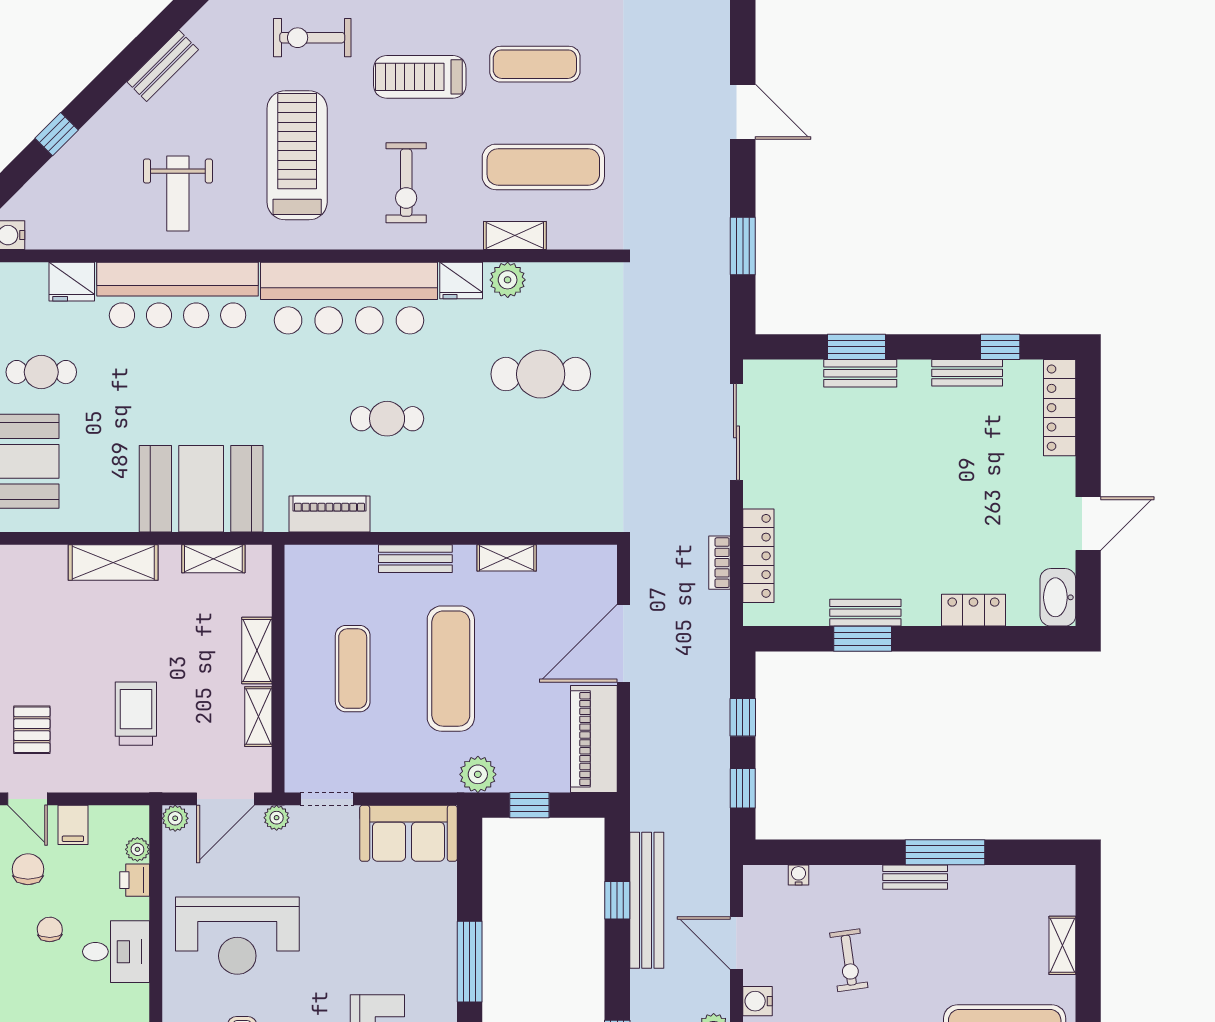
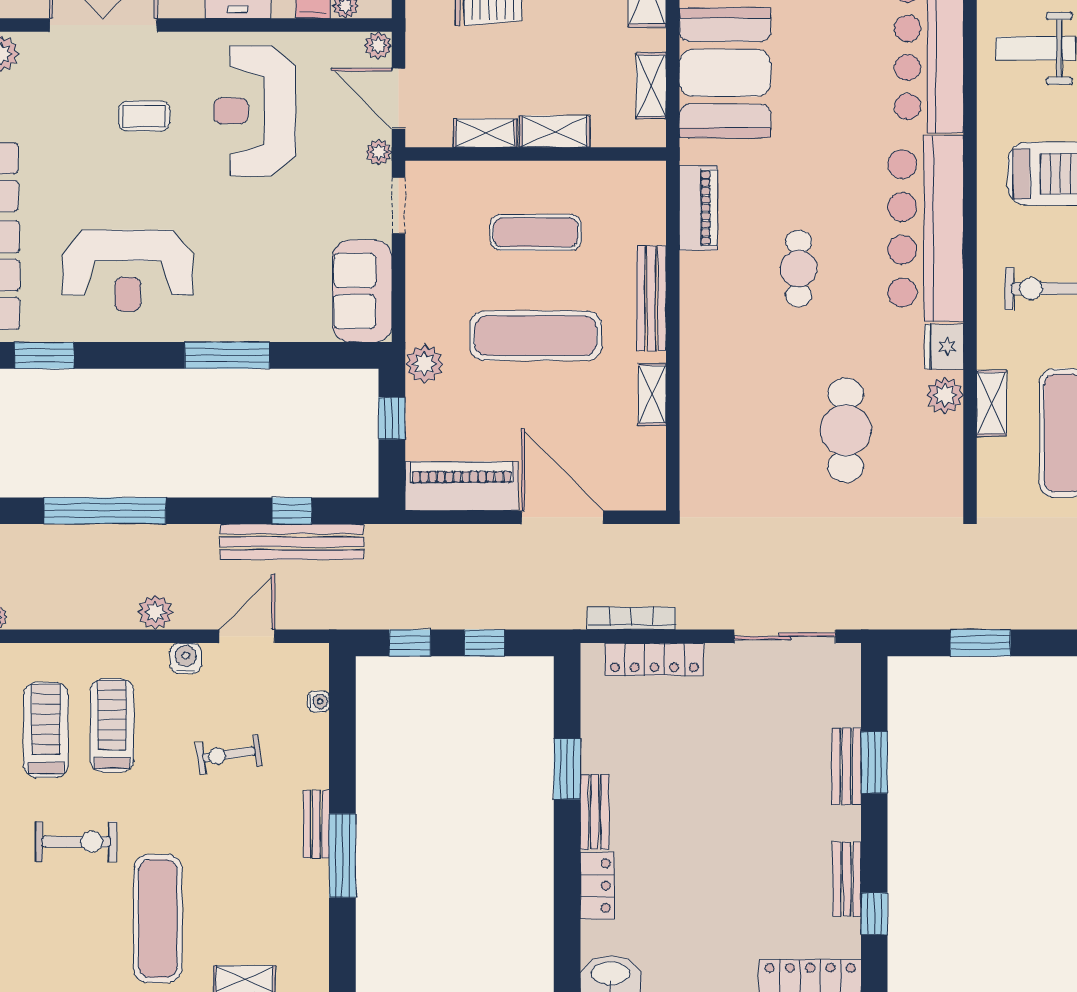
bench: (415, 559) -> (651, 298), width x1.36
bookcase: (720, 563) -> (631, 618), width x1.56
bench: (865, 613) -> (595, 812), moved

